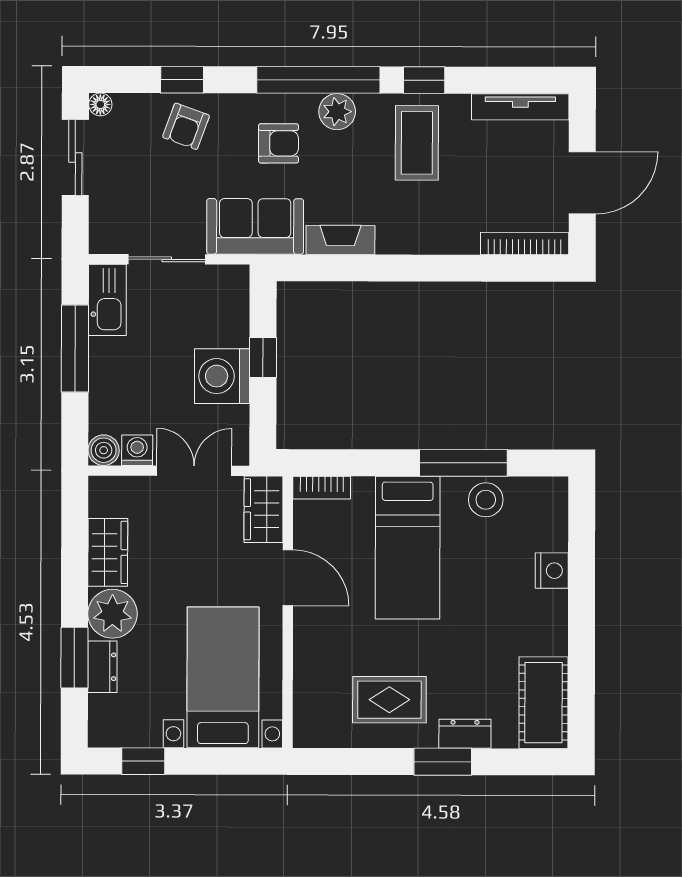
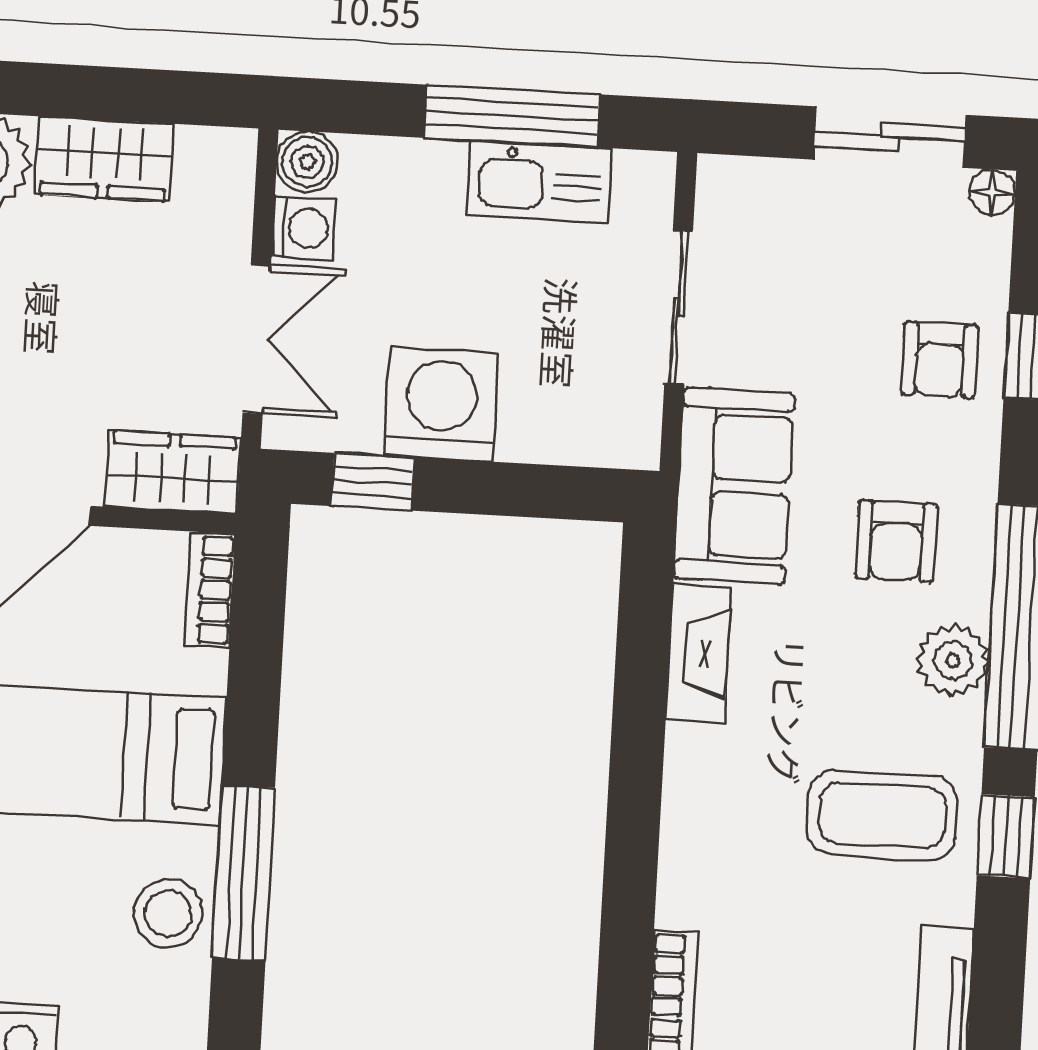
armchair: (186, 126) -> (940, 360), turned -110
kitchen sink: (107, 300) -> (539, 182), moved
window: (263, 358) -> (373, 482), moved

